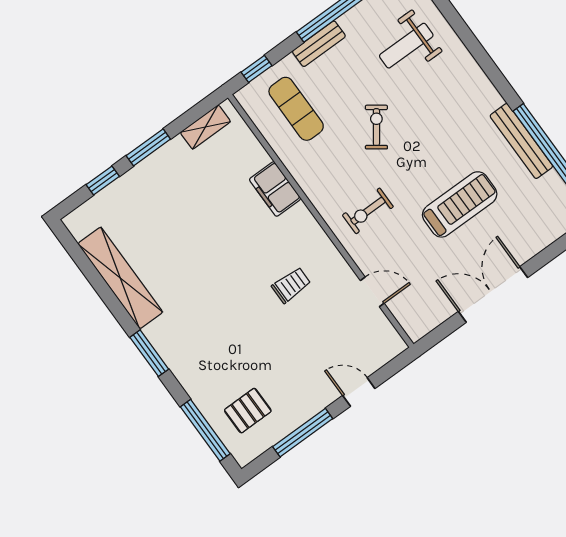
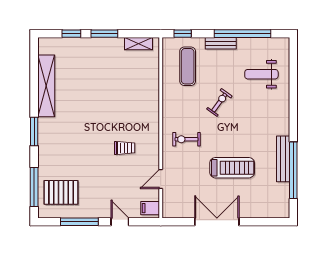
filing cabinet: (275, 189) -> (150, 208), moved, width x0.50
door: (372, 292) -> (161, 179), swing flipped
pallet: (248, 411) -> (61, 192), width x1.50, depth x1.42

